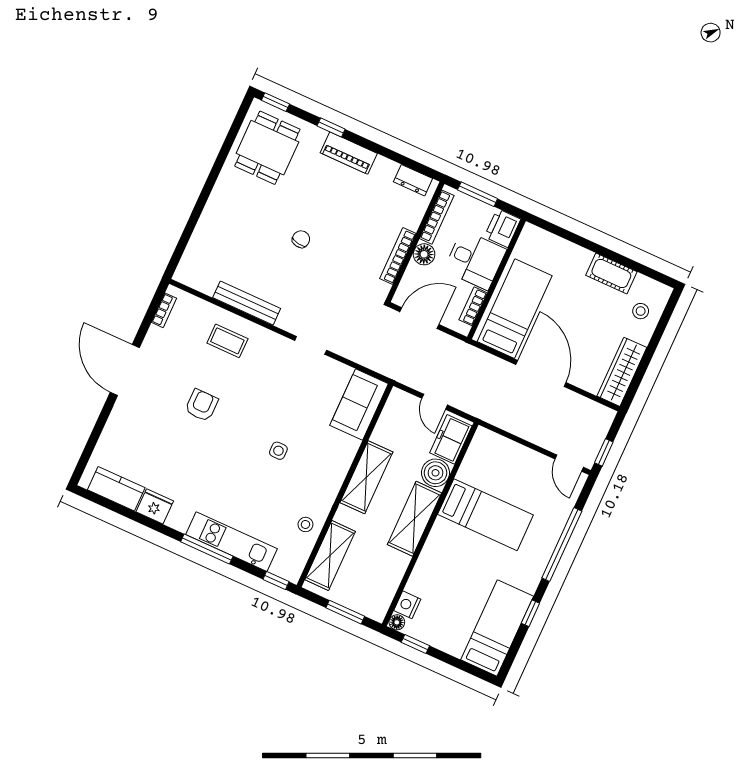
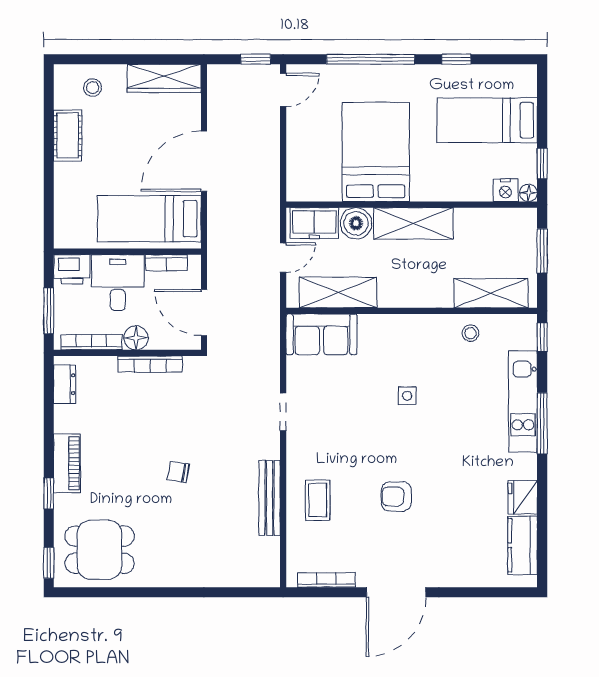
bookcase: (164, 310) -> (326, 580), width x1.56
shelving: (366, 477) -> (338, 292), moved
bed: (485, 515) -> (376, 152), width x1.50
bed: (497, 628) -> (487, 120), moved

